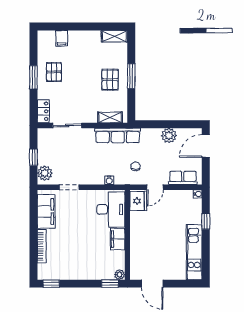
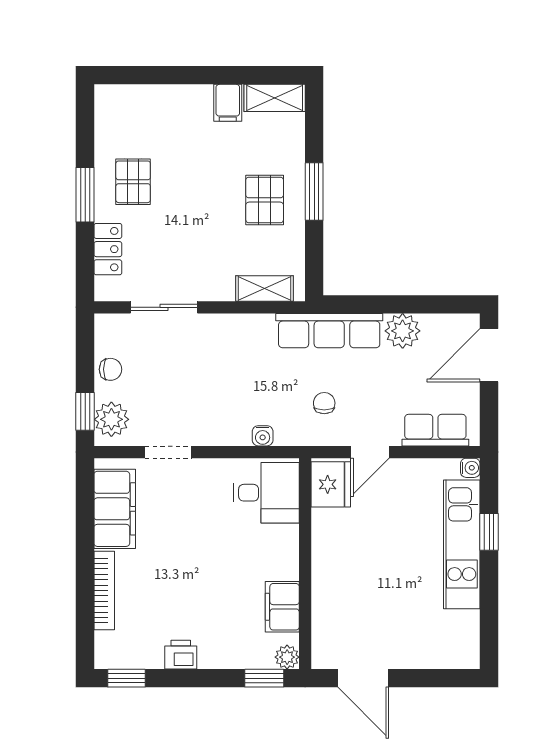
filing cabinet: (62, 38) -> (228, 103), moved
locker: (43, 111) -> (108, 249), moved
row of seats: (118, 135) -> (329, 331), moved
chair: (44, 152) -> (110, 369), added
window: (33, 157) -> (85, 411), moved
desk: (111, 209) -> (266, 493), width x0.73
filing cabinet: (118, 239) -> (282, 607), moved
kitchen unit: (194, 252) -> (462, 544), moved
printer: (74, 274) -> (181, 655), added

